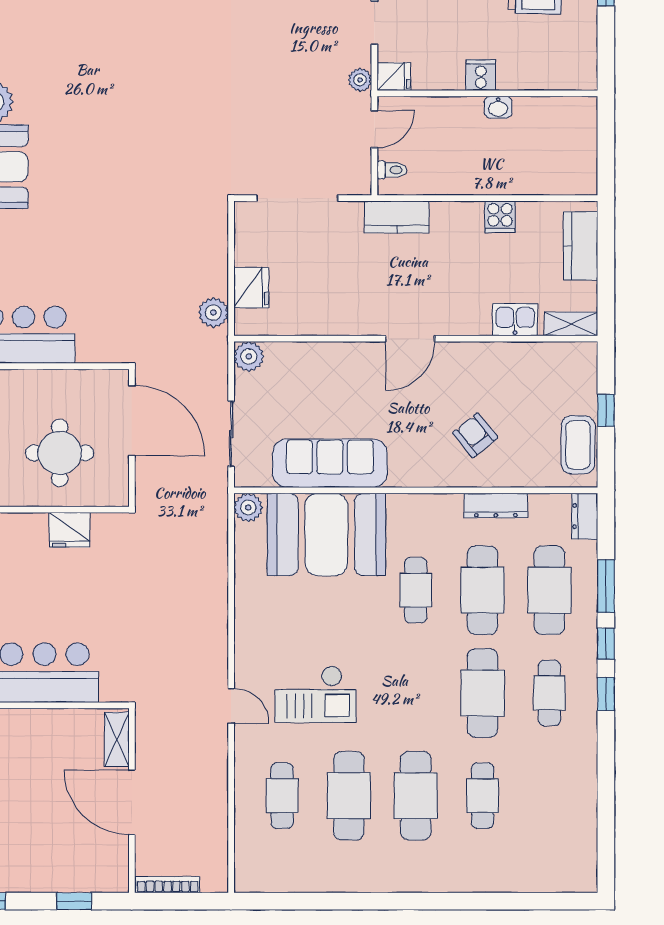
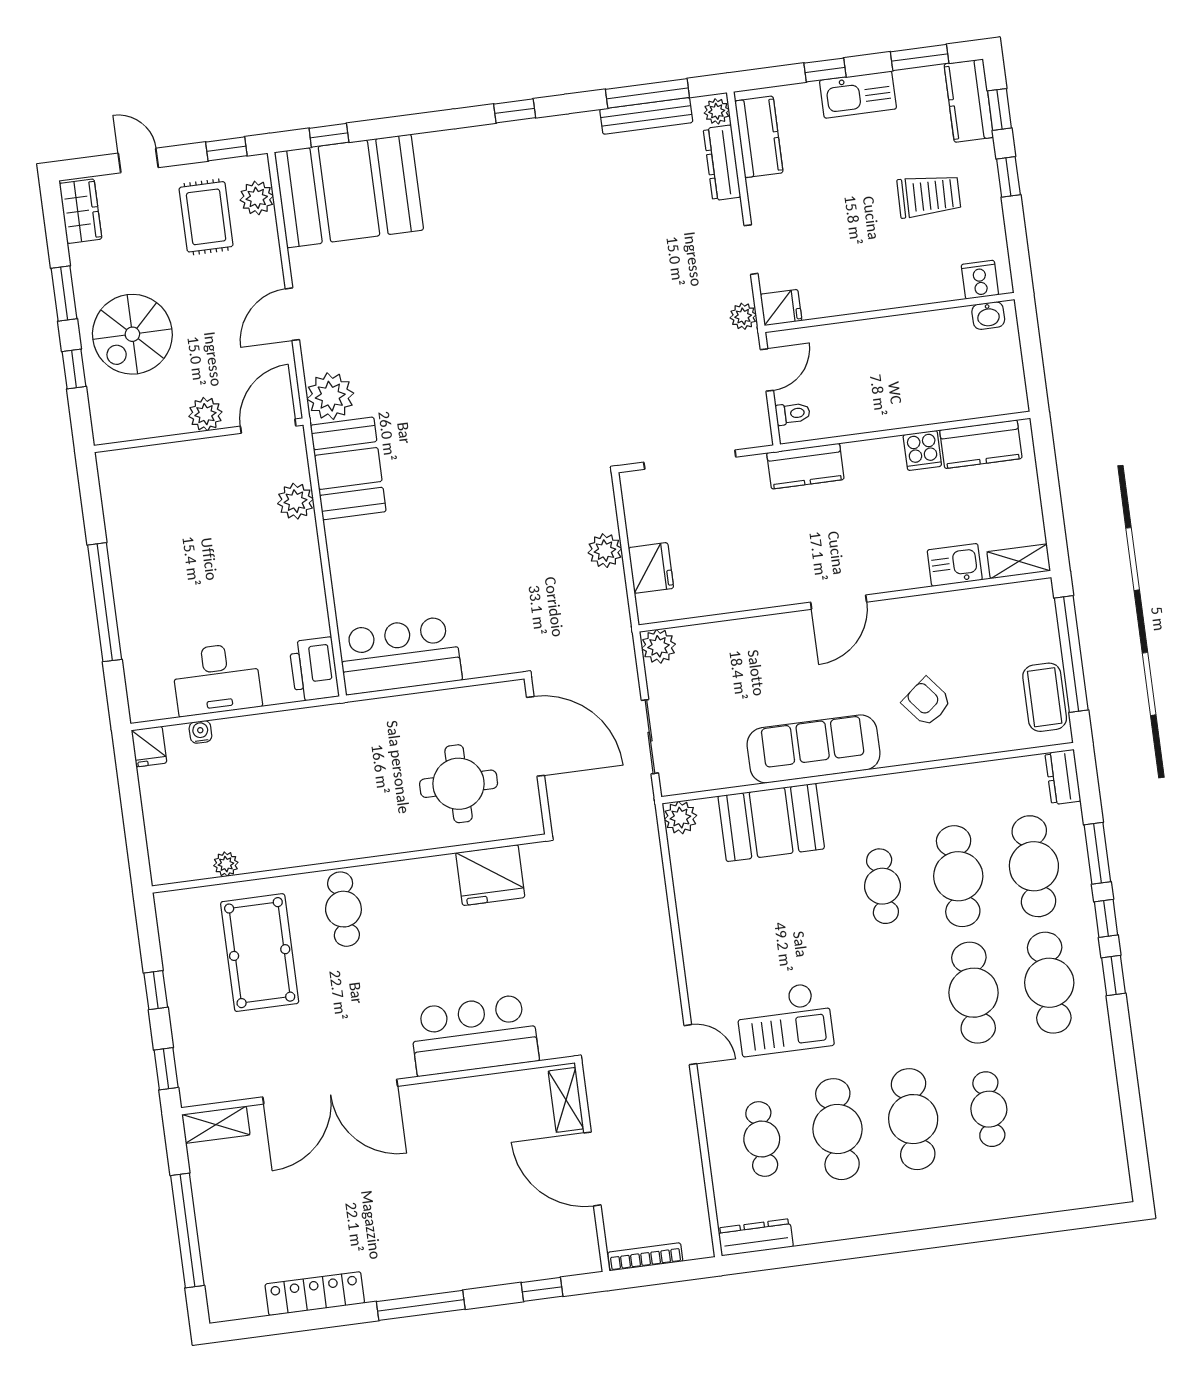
cooker: (481, 75) -> (980, 280), moved
washbasin: (498, 107) -> (988, 316), moved
kitchen counter: (581, 246) -> (981, 444), moved, turned -90
plant: (213, 313) -> (605, 551), moved
window: (606, 410) -> (1071, 654), width x3.17
sofa: (330, 463) -> (814, 749), moved
dresser: (496, 505) -> (756, 1237), moved, turned 180
fridge: (69, 530) -> (490, 875), width x1.36, depth x1.34
booth: (326, 534) -> (771, 822), width x0.73, depth x0.70
cafe table: (549, 693) -> (1049, 983), width x1.37, depth x1.35

